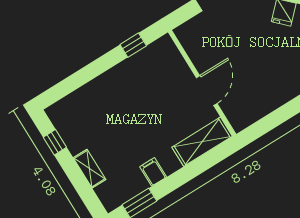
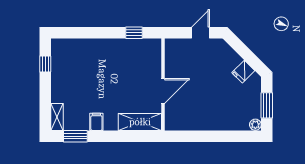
shelving: (90, 169) -> (57, 117), moved

